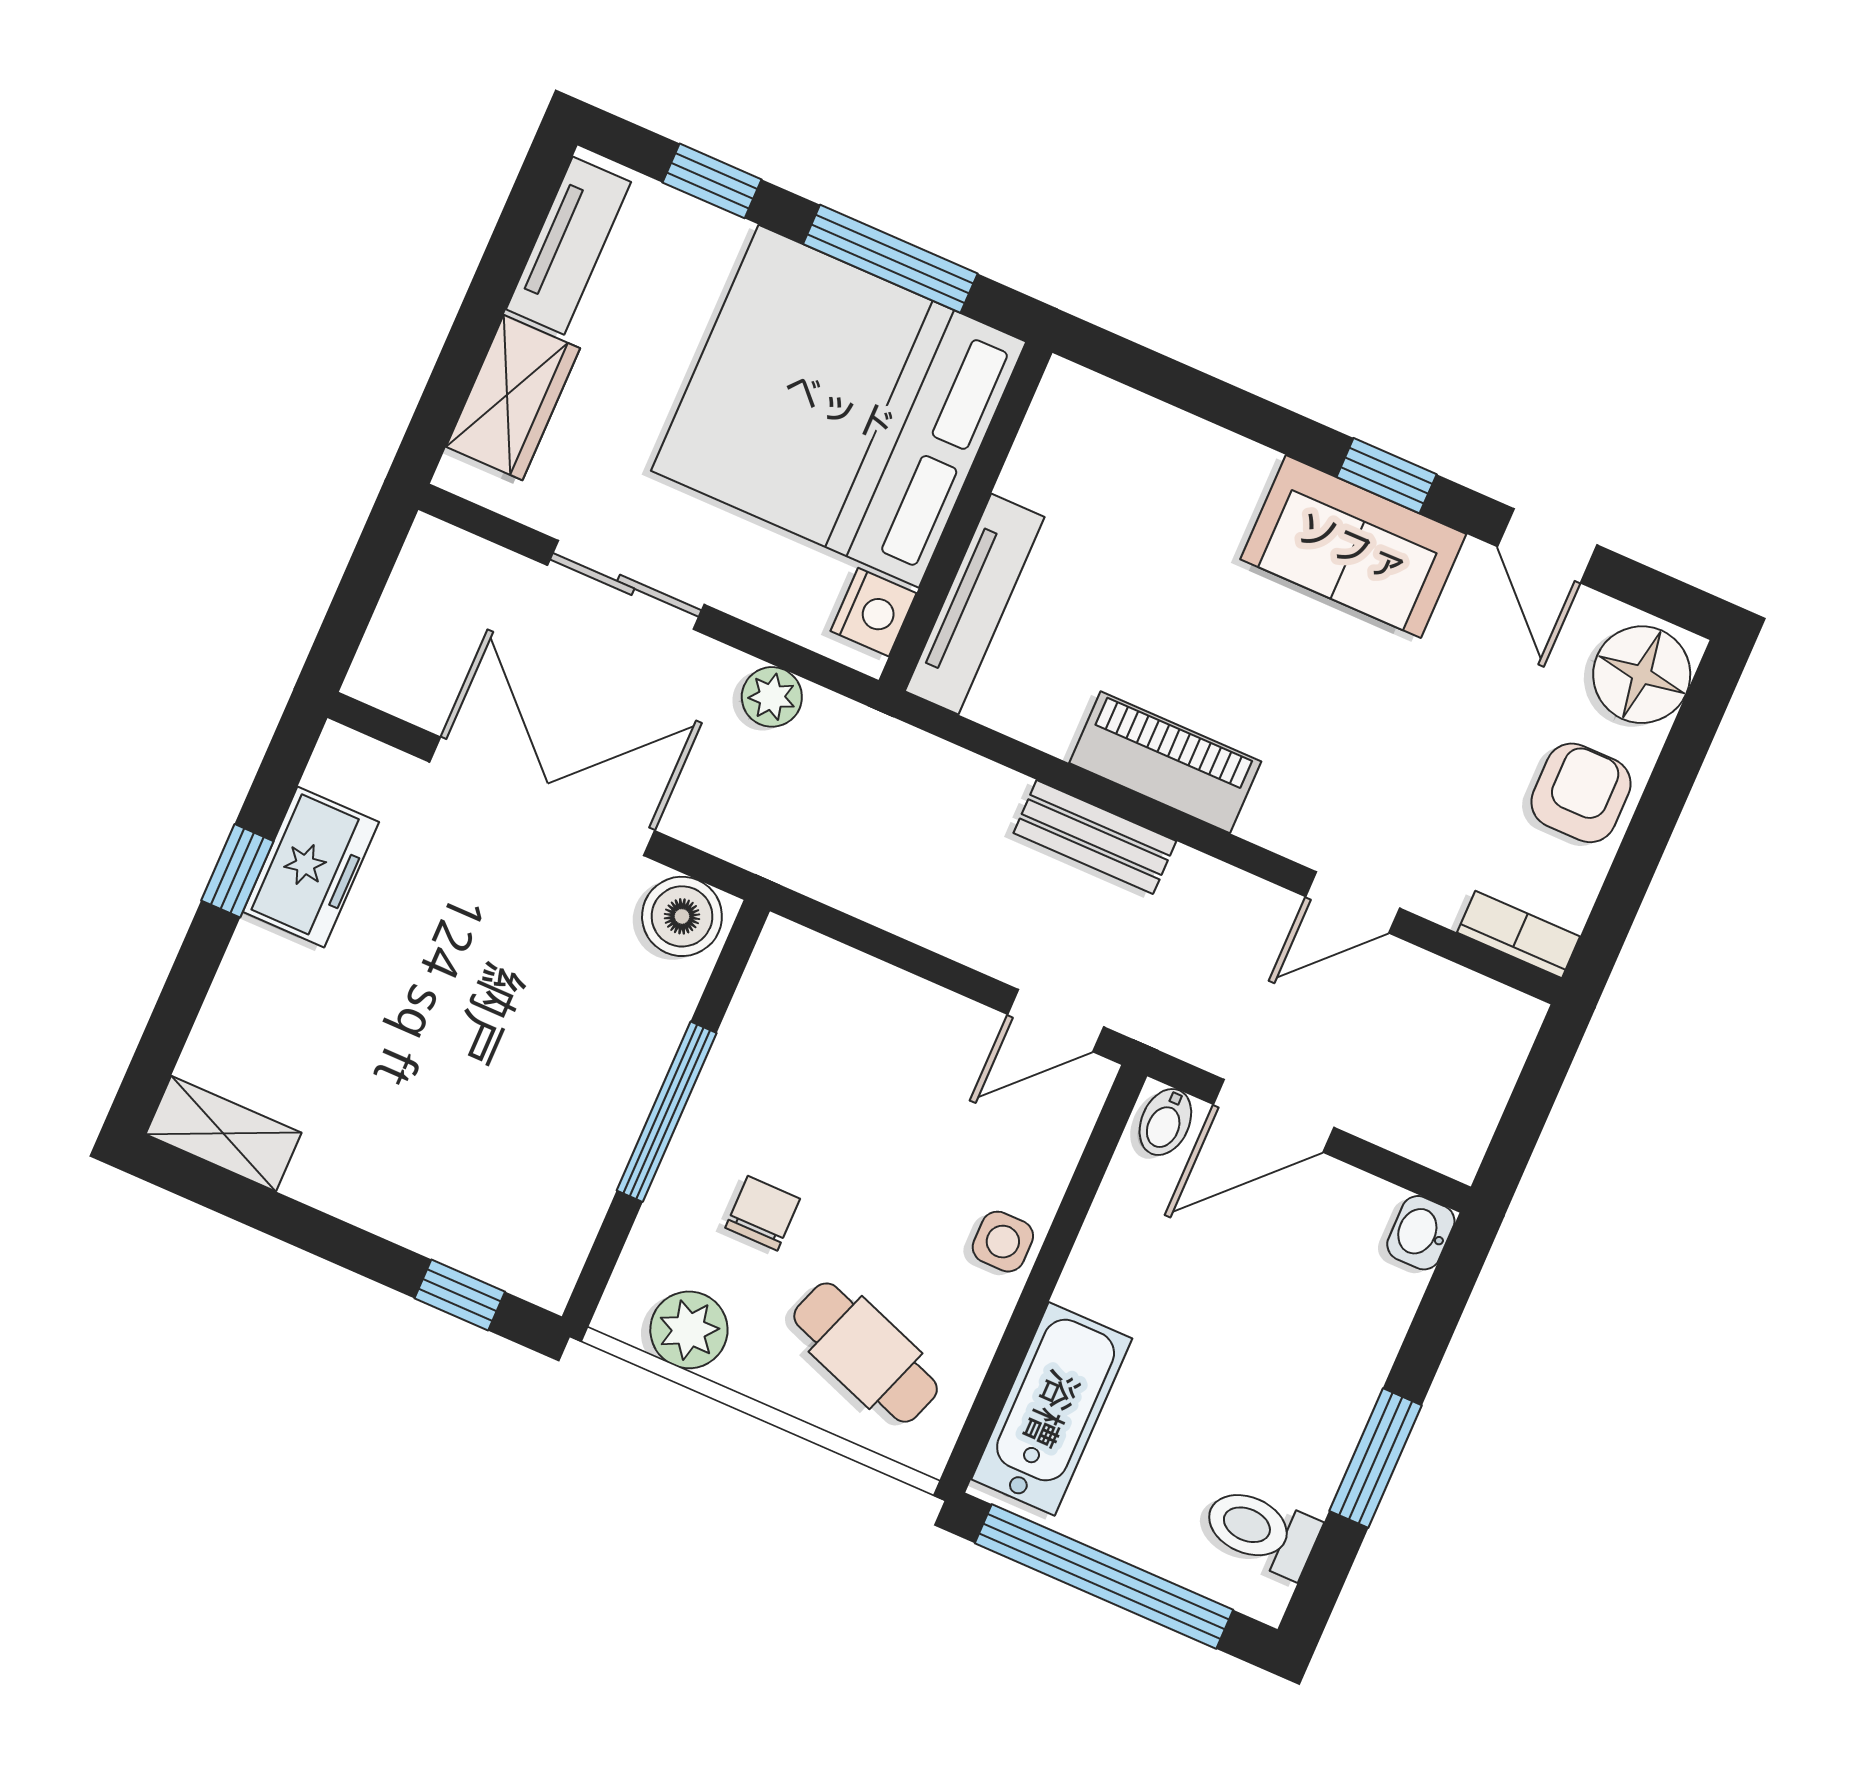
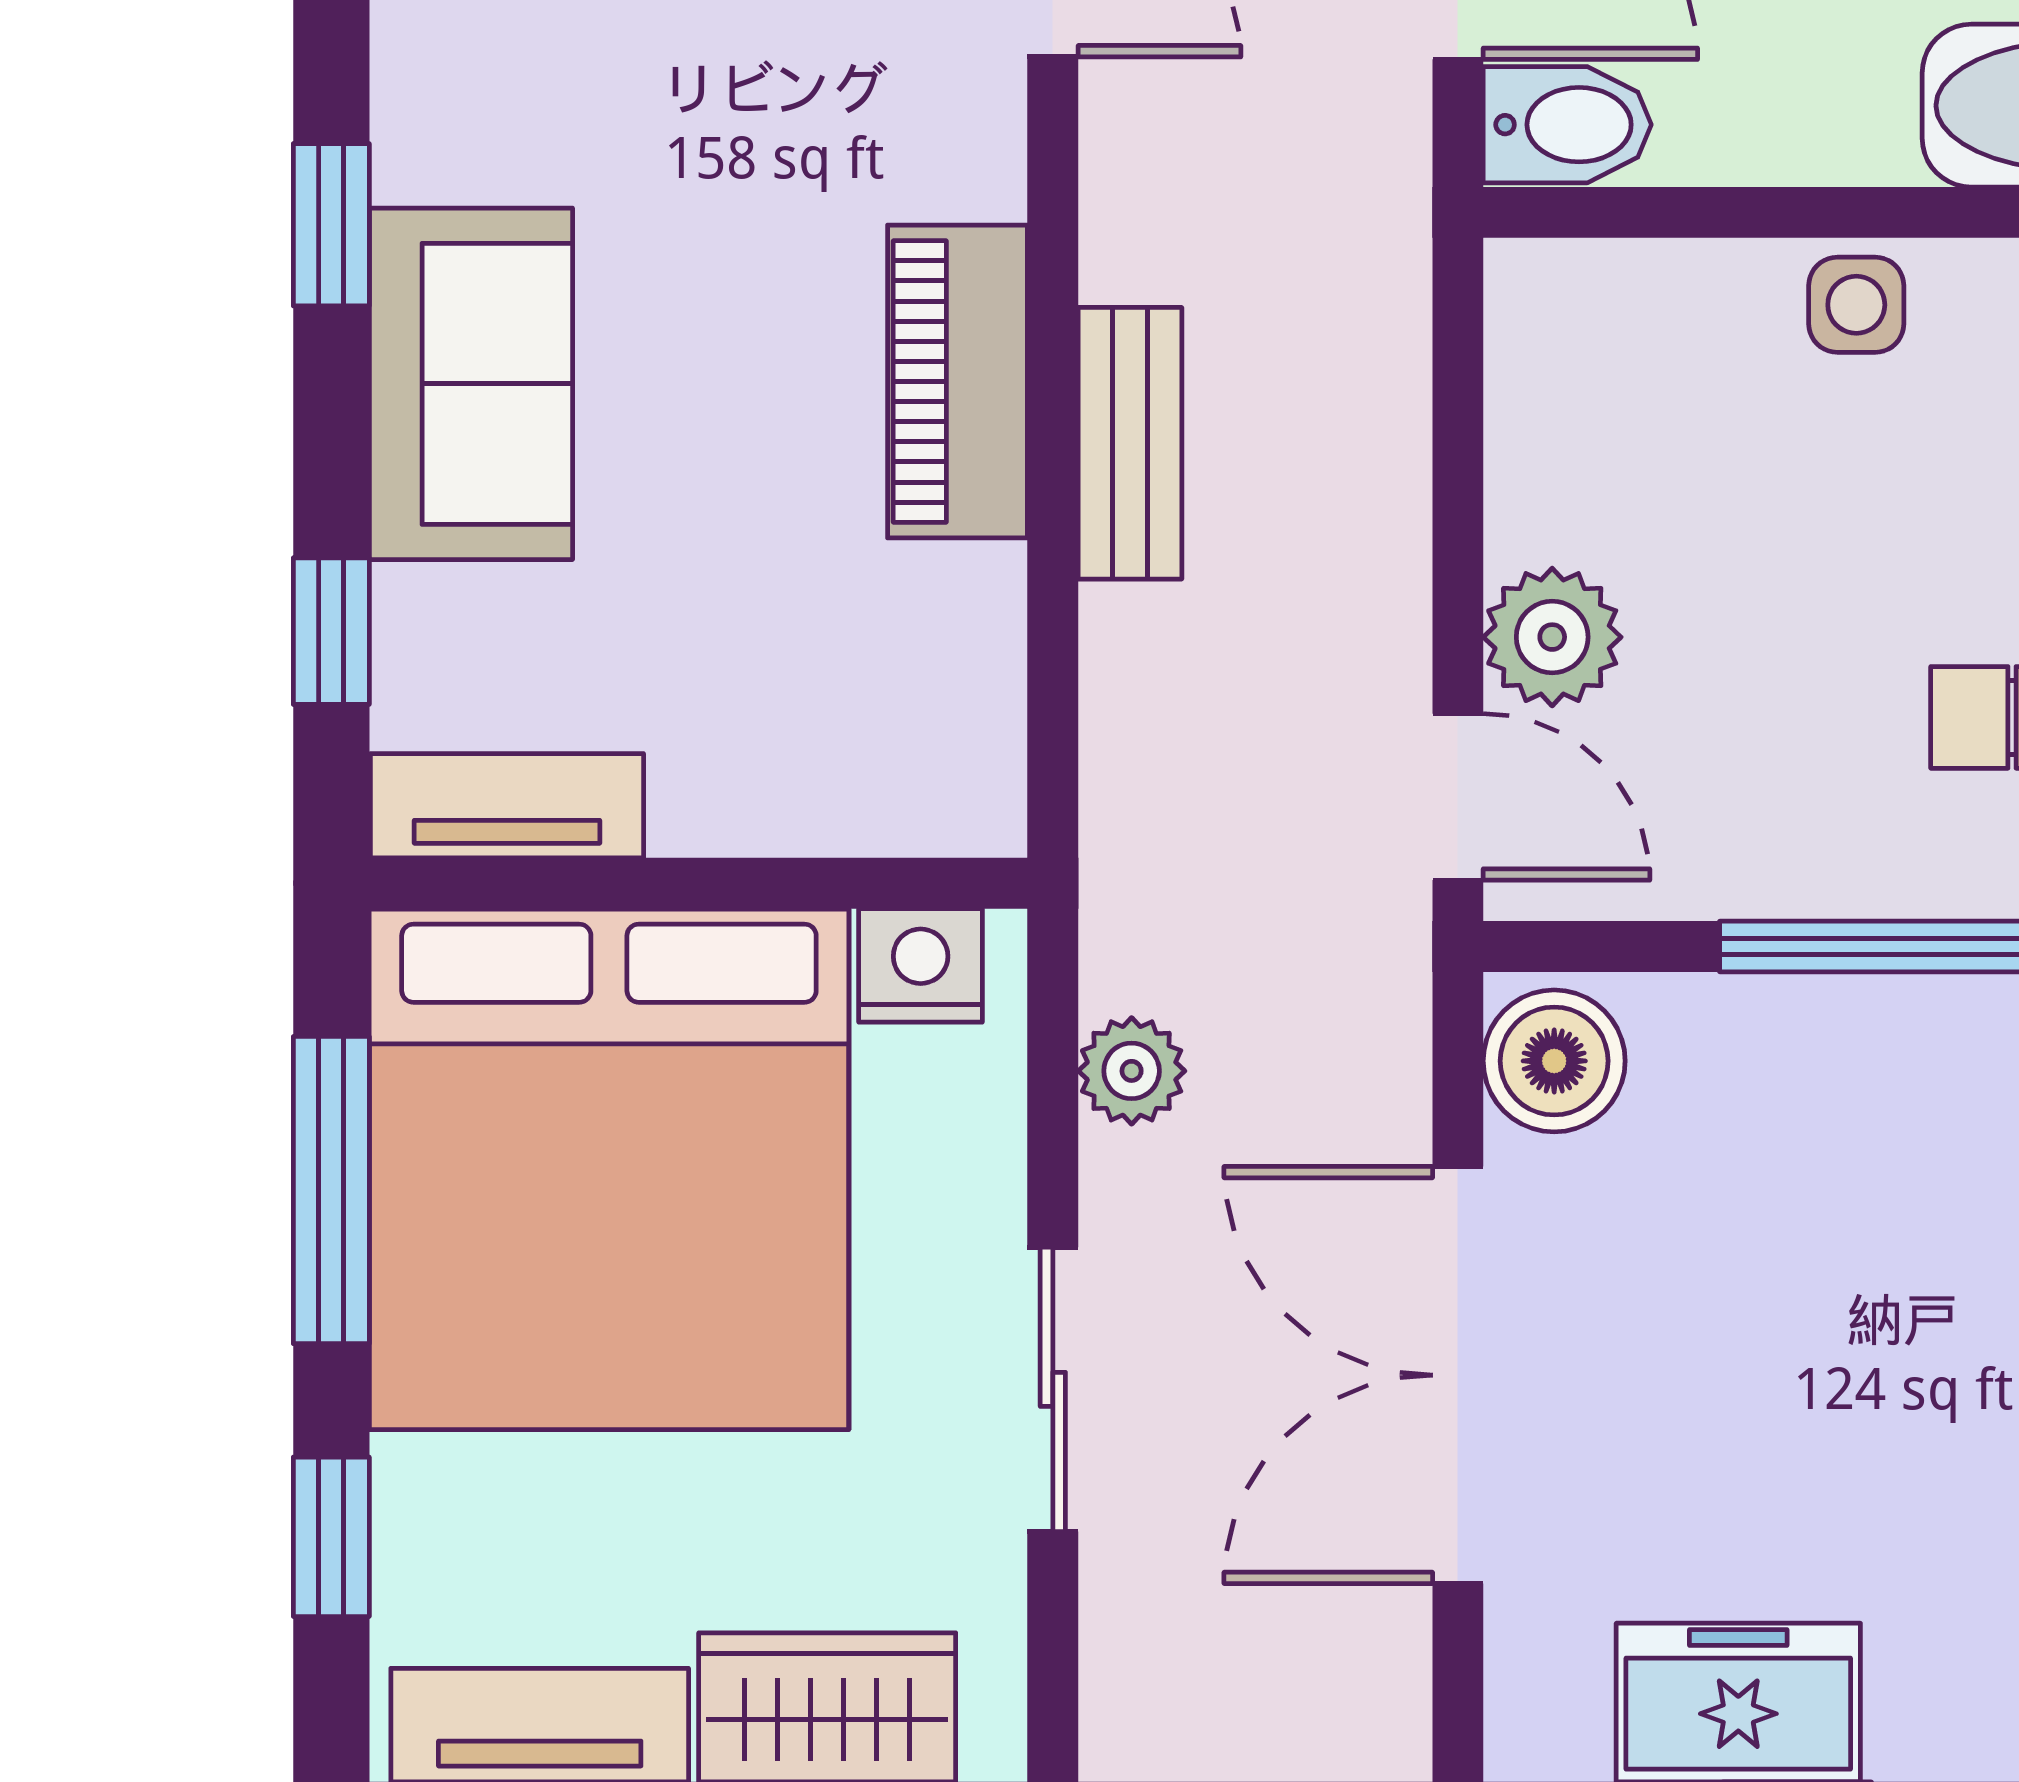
window: (1178, 384) -> (331, 631), added
sofa: (1353, 547) -> (471, 384), moved
tv unit: (975, 604) -> (507, 806), moved, width x0.71
plant: (900, 1011) -> (1552, 637), added
door: (1056, 1021) -> (1458, 797), moved
bidet: (1165, 1122) -> (1567, 125), width x1.38, depth x1.36

